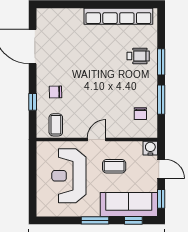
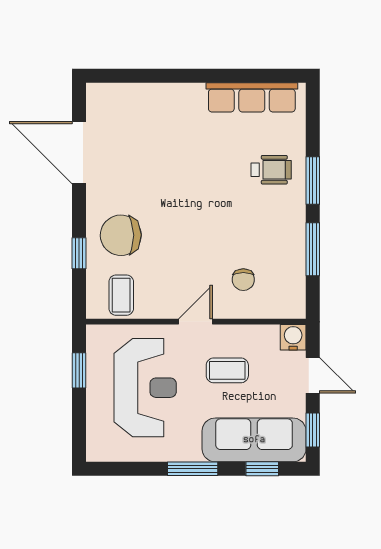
row of seats: (118, 16) -> (252, 97), width x0.73
chair: (56, 92) -> (121, 235), width x1.87, depth x1.87
chair: (140, 114) -> (243, 280), moved
window: (33, 166) -> (79, 370), added
reception desk: (69, 176) -> (145, 388), turned 180

